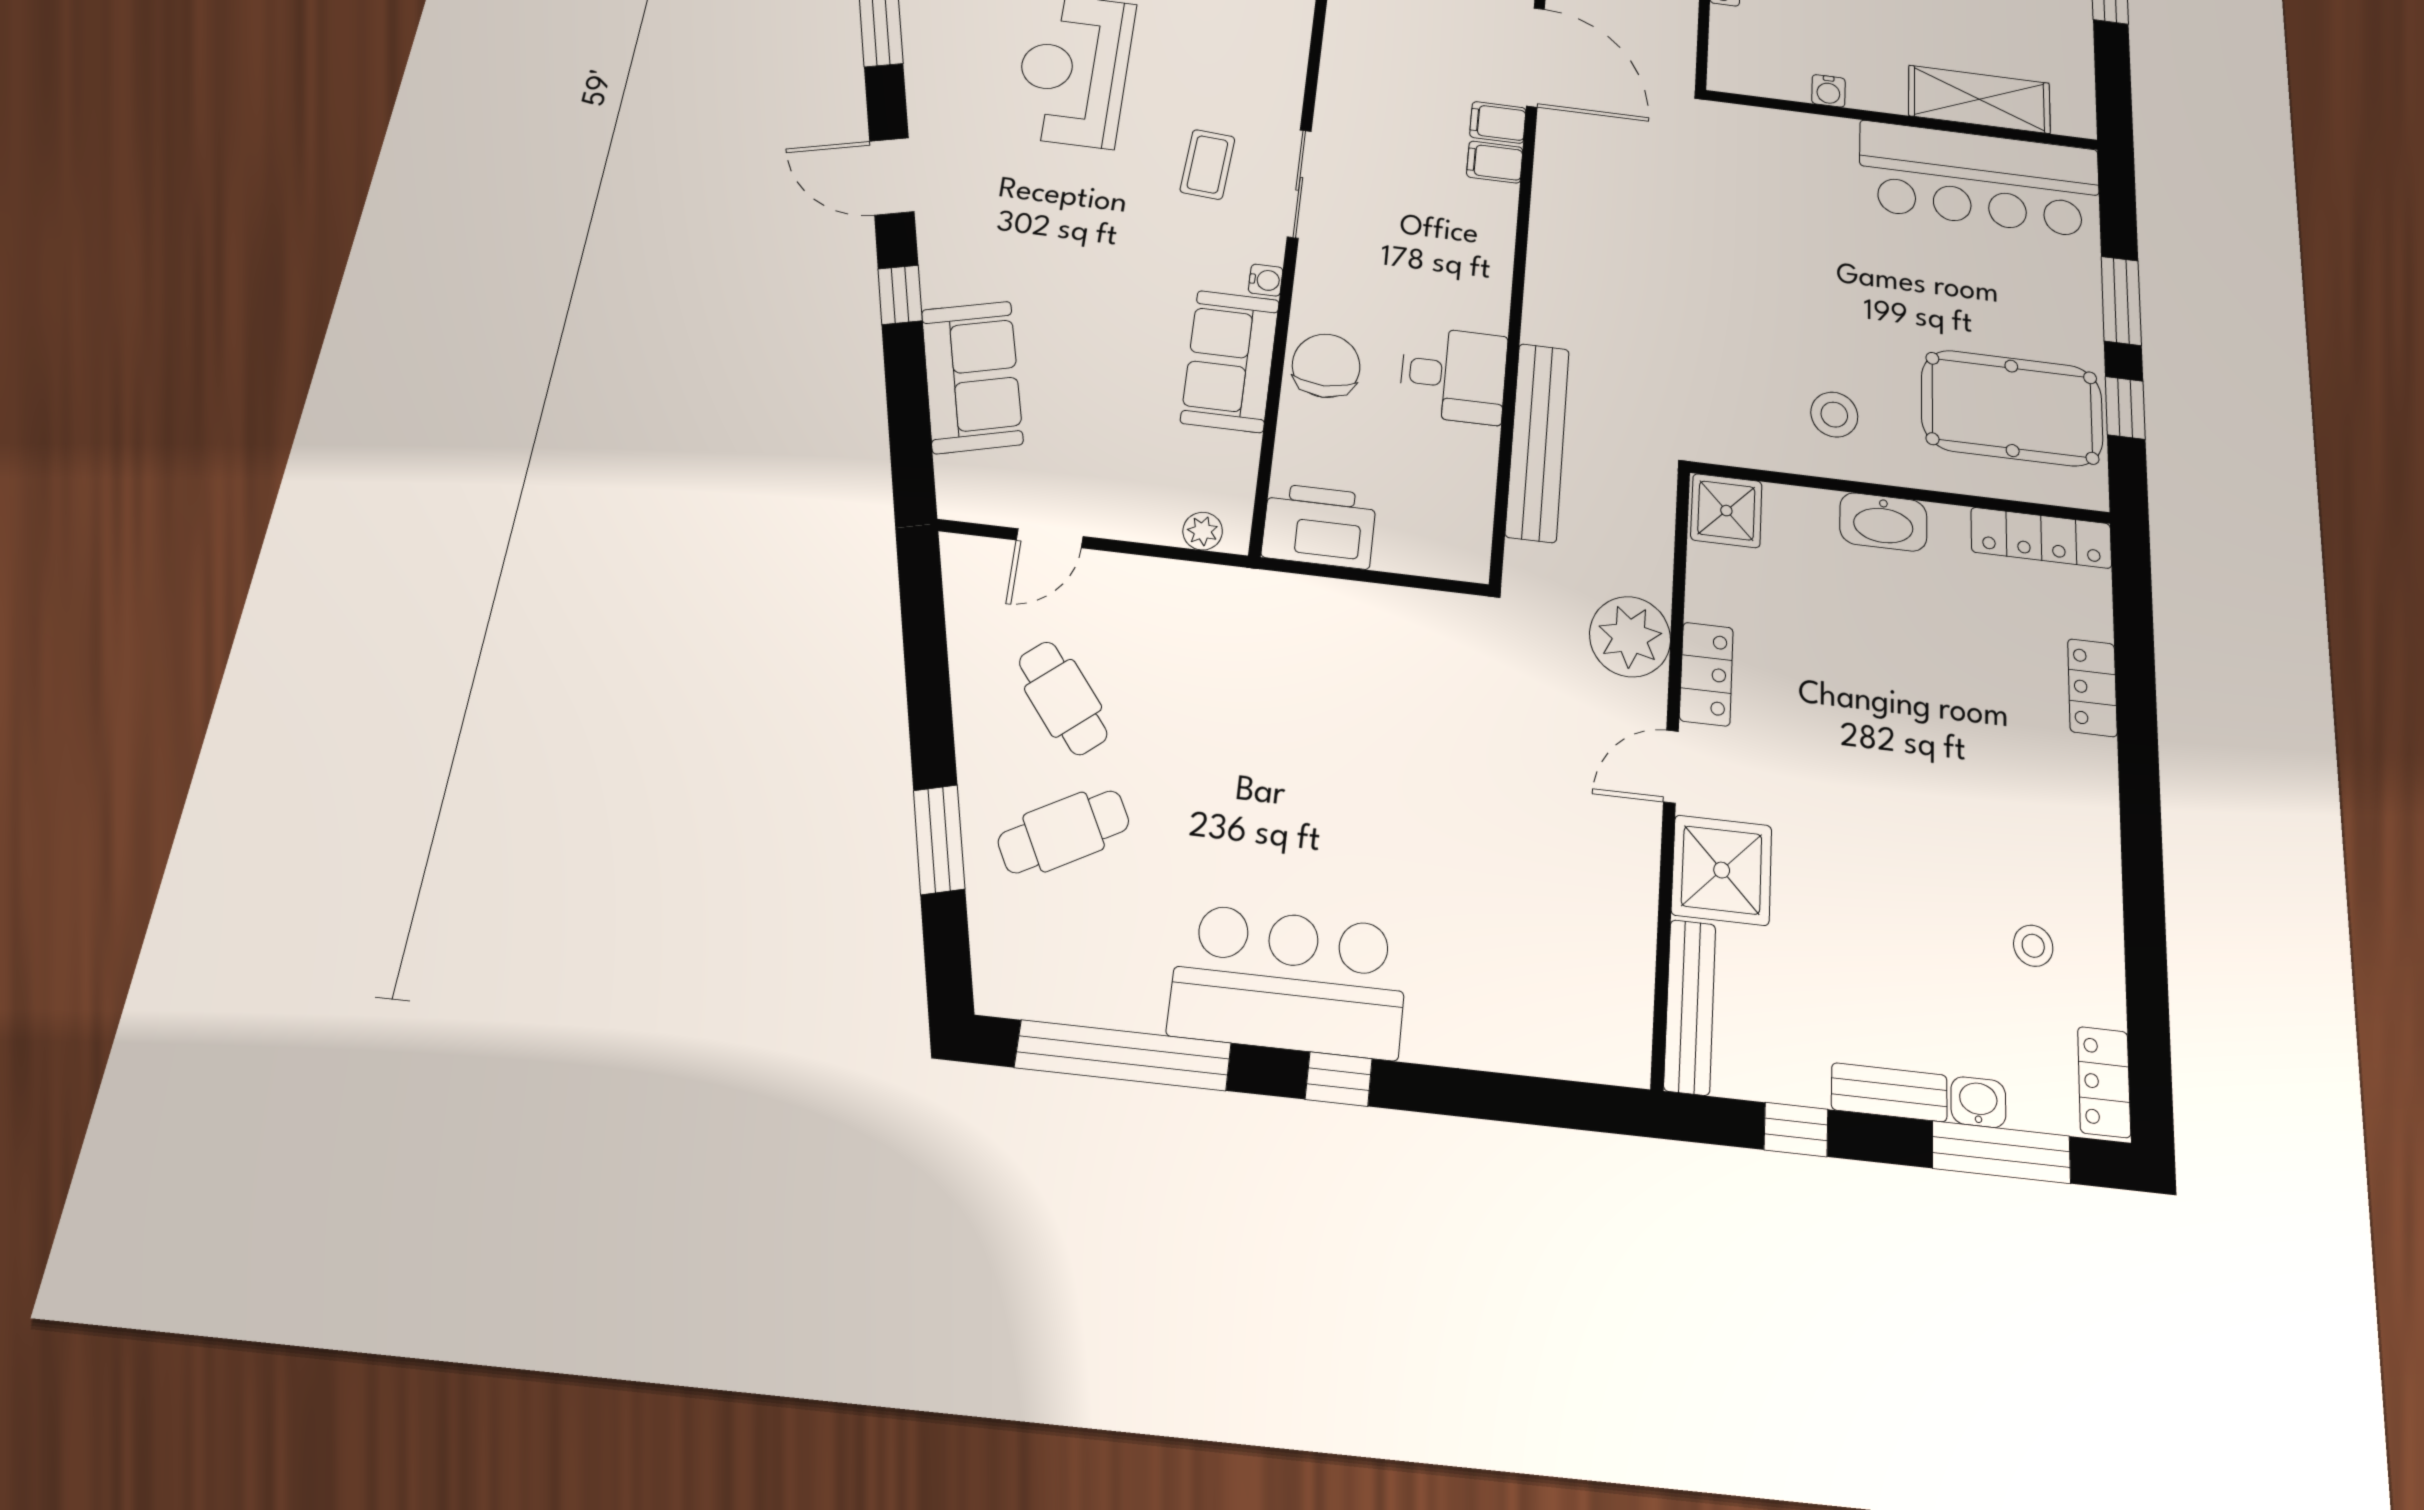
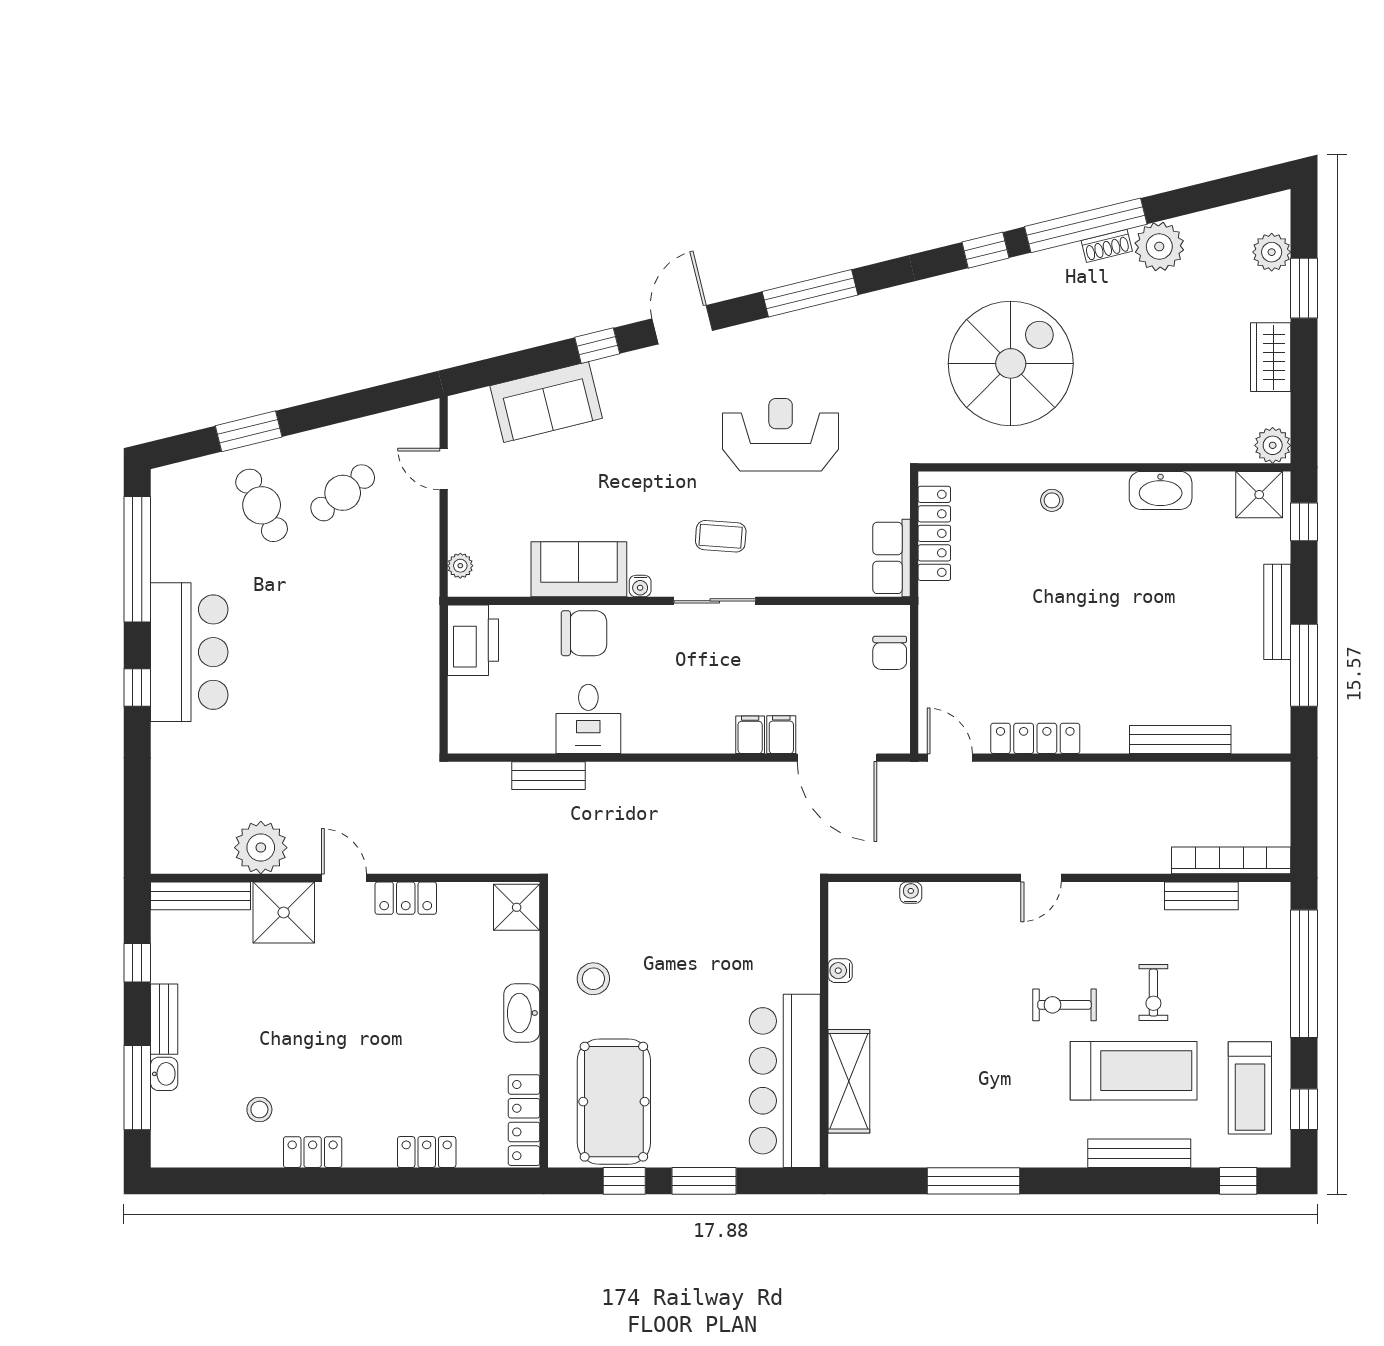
door: (1536, 57) -> (837, 758), hinge flipped
bench: (1537, 442) -> (548, 776), width x0.54, depth x0.82
plant: (1630, 637) -> (261, 848), moved
locker: (2104, 1082) -> (313, 1152), moved

